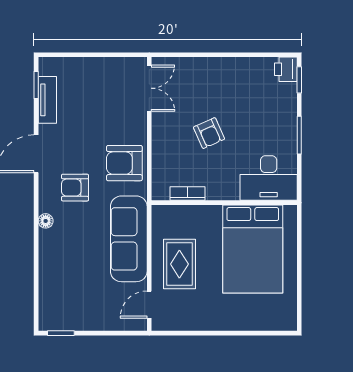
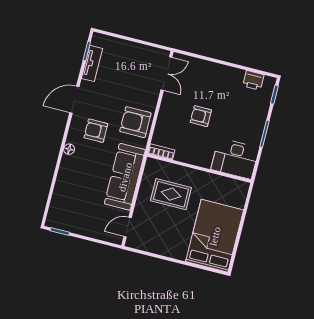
printer: (286, 69) -> (253, 80), moved, turned -90
armchair: (209, 133) -> (201, 116), turned 114
bookcase: (188, 194) -> (161, 152), moved
bed: (253, 249) -> (215, 236), moved, turned 180
rug: (179, 264) -> (171, 194), moved, turned 90

